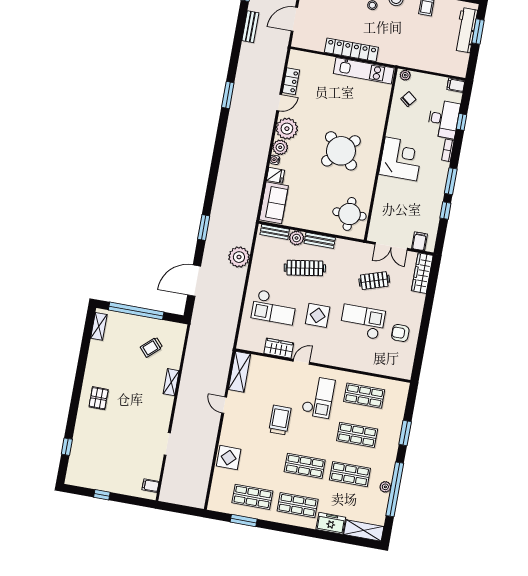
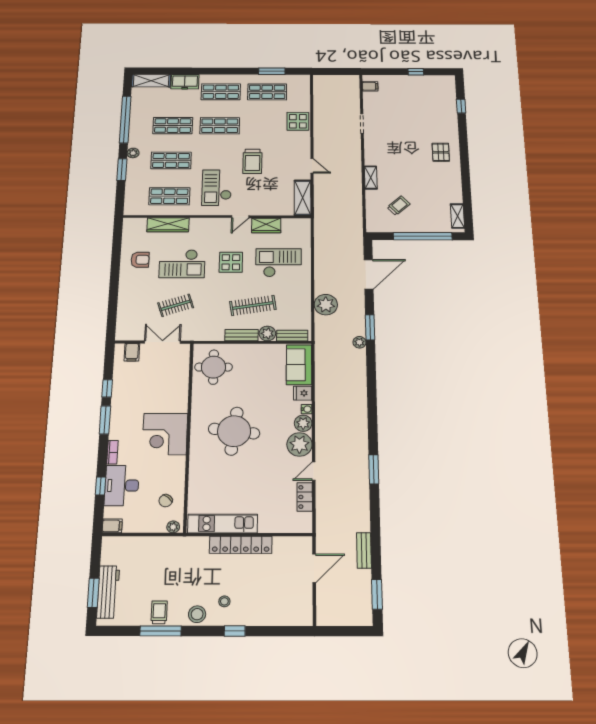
round table: (341, 151) -> (234, 431), turned -37
plant: (216, 215) -> (359, 342), added
wardrobe: (422, 273) -> (168, 225), moved, turned 90
plant: (385, 487) -> (133, 153), moved

